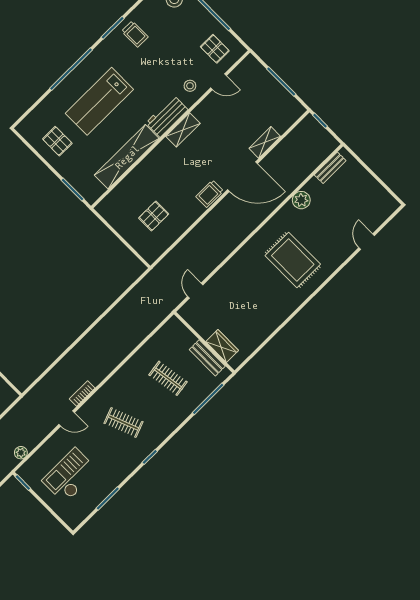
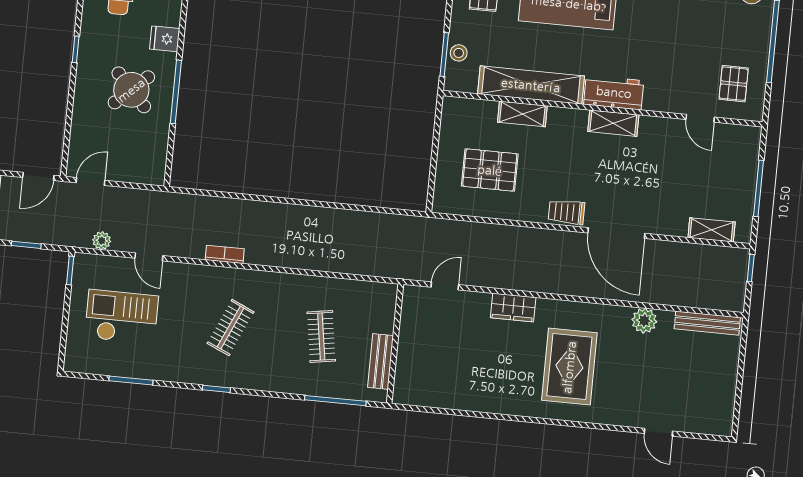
stool: (190, 86) -> (459, 53), moved
shelving: (265, 142) -> (712, 230), moved
bench: (330, 168) -> (707, 323), width x1.36
shelving: (138, 174) -> (522, 114), added
pallet: (154, 216) -> (490, 170), width x1.50, depth x1.42
door: (367, 242) -> (658, 432), swing flipped
wardrobe: (222, 346) -> (513, 307), moved, turned 90
door: (67, 418) -> (149, 257), moved
clothes rail: (124, 422) -> (231, 328), turned 45

